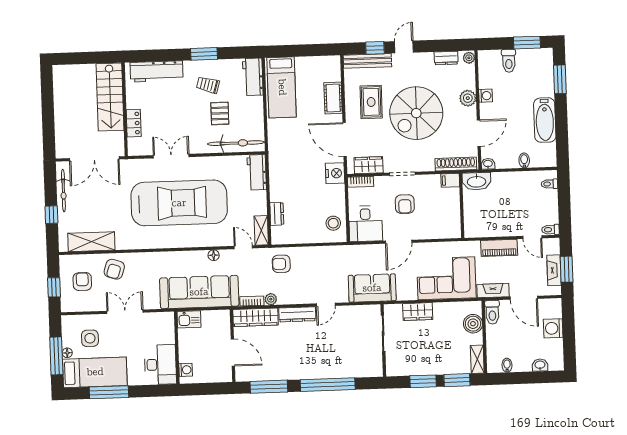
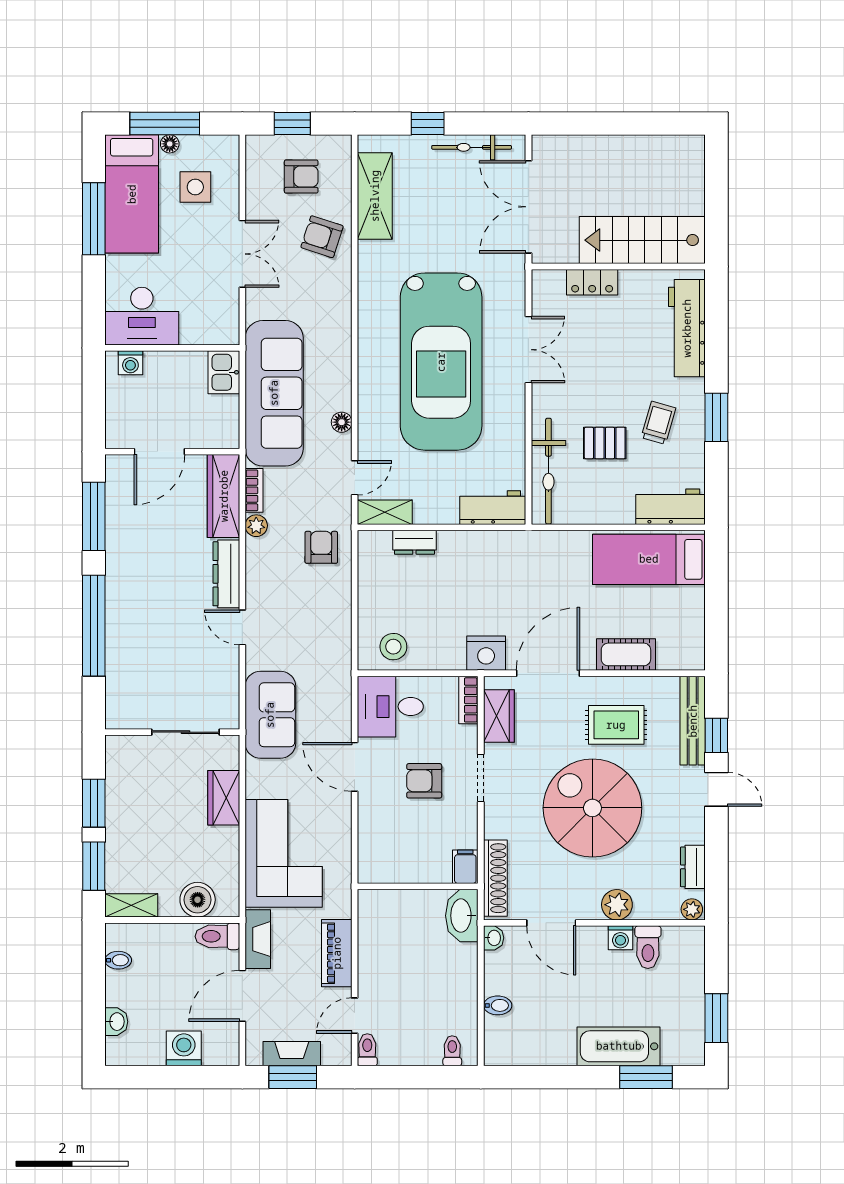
toilet: (509, 61) -> (648, 947), moved, turned -90
bathtub: (545, 120) -> (619, 1046), moved

